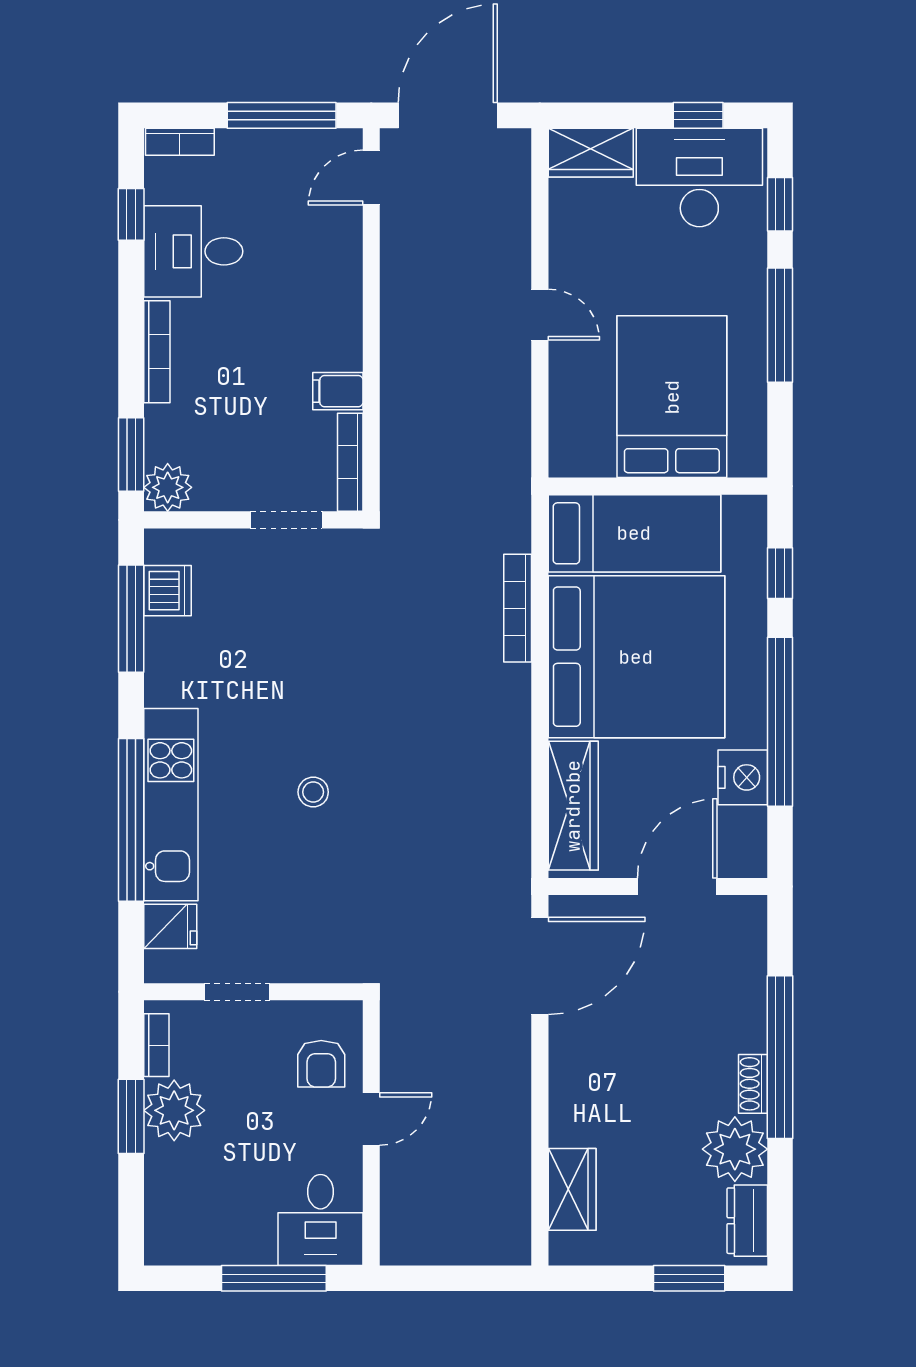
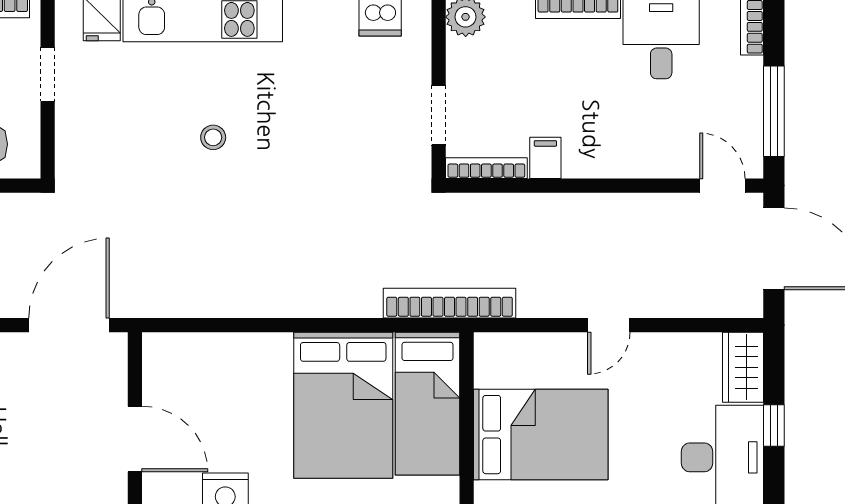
window: (698, 115) -> (774, 425), moved
bookcase: (518, 608) -> (450, 303), moved, width x1.48, depth x1.31
bed: (636, 657) -> (343, 405), width x0.73
wardrobe: (573, 806) -> (202, 353), removed
door: (540, 966) -> (69, 325), swing flipped

